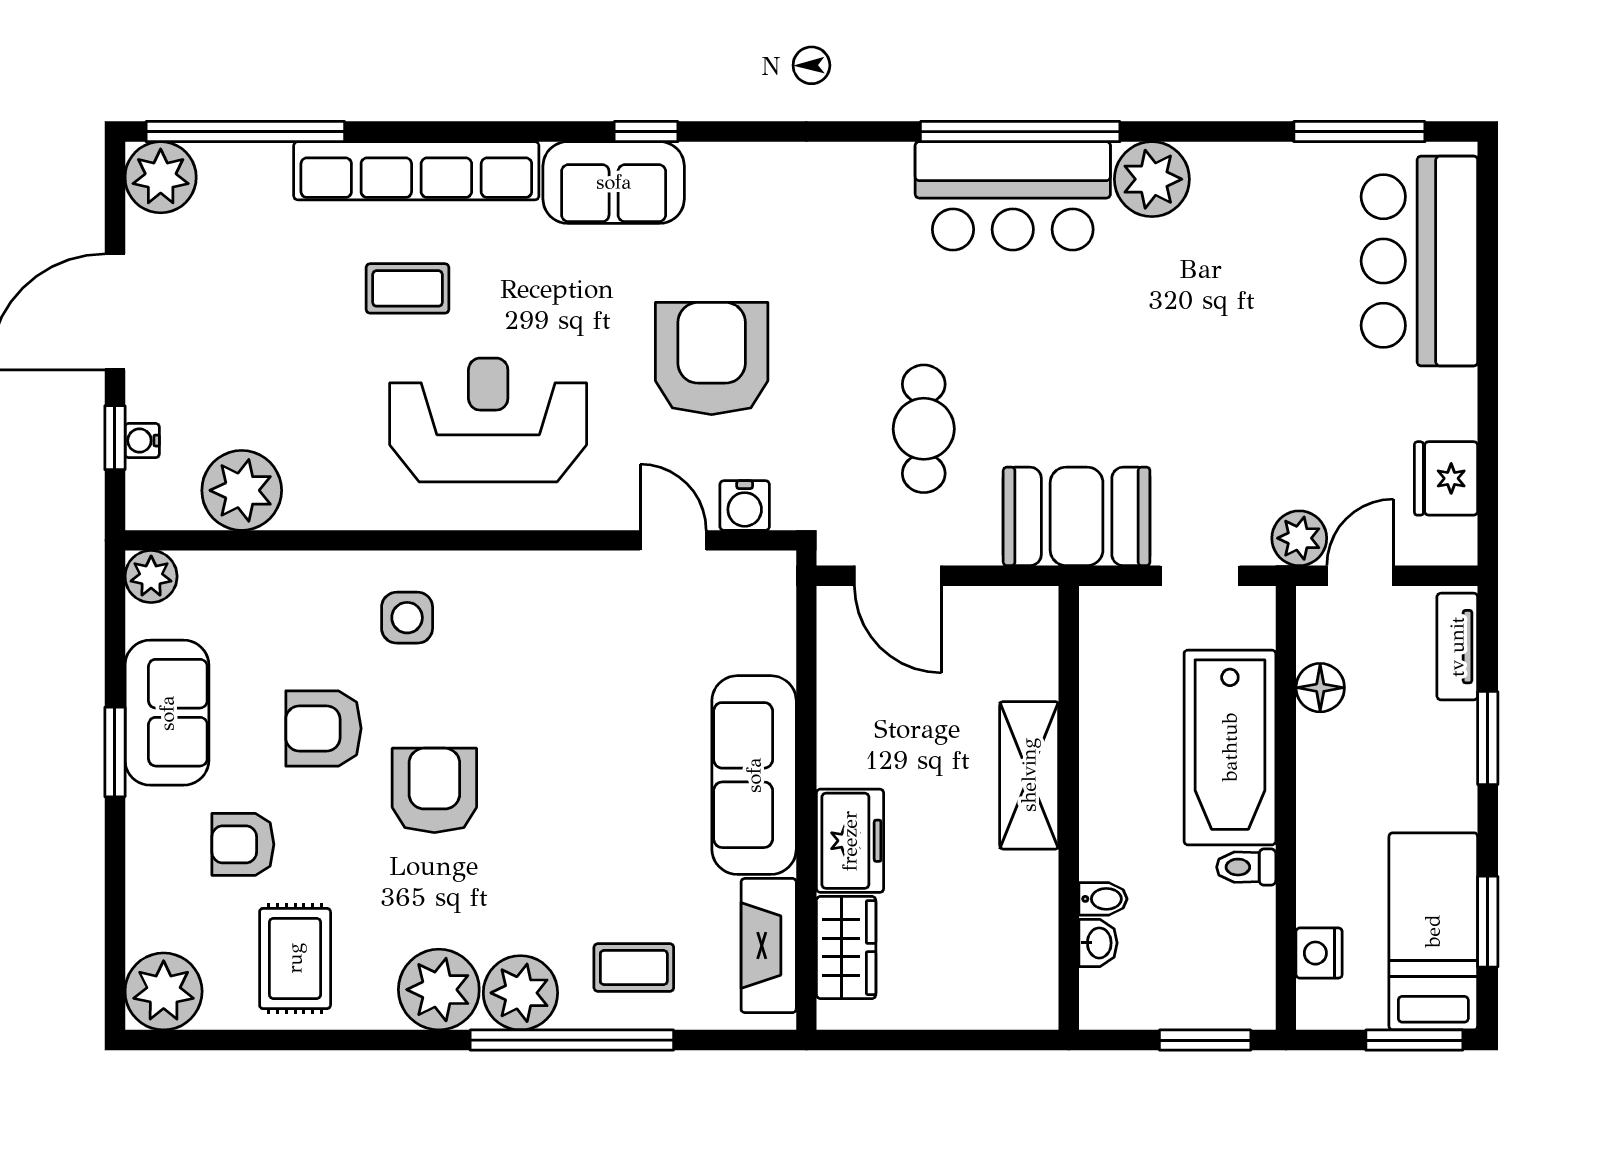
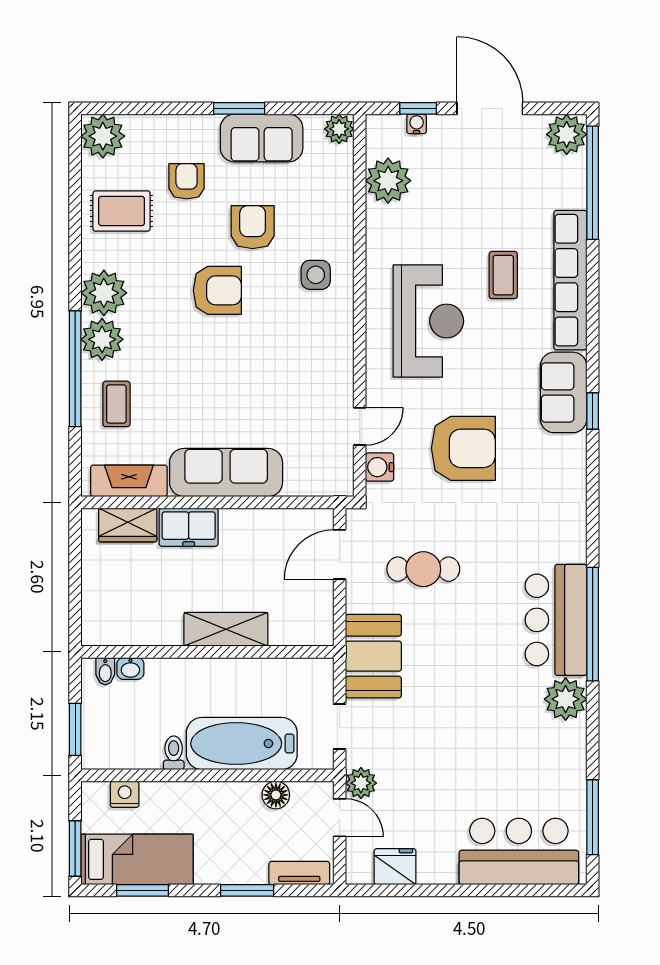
bidet: (1103, 899) -> (105, 671), moved

